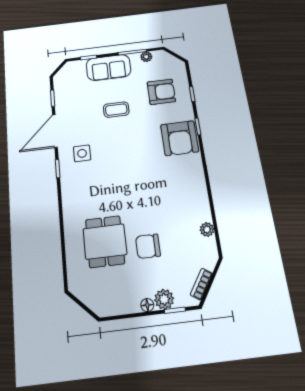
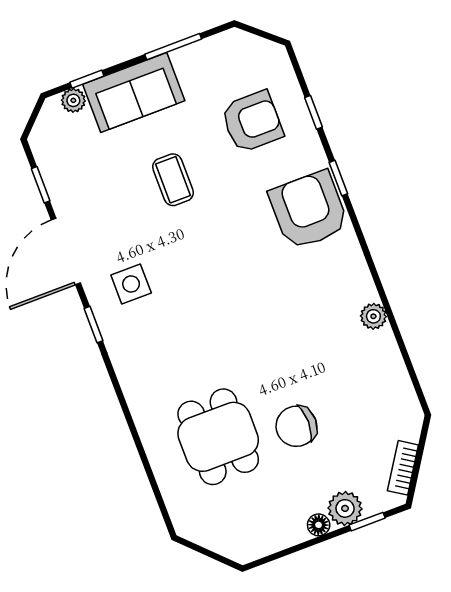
plant: (146, 57) -> (73, 100), moved
coffee table: (116, 110) -> (173, 180), turned 90
armchair: (180, 138) -> (309, 210), turned 180
plant: (207, 229) -> (373, 316), moved

